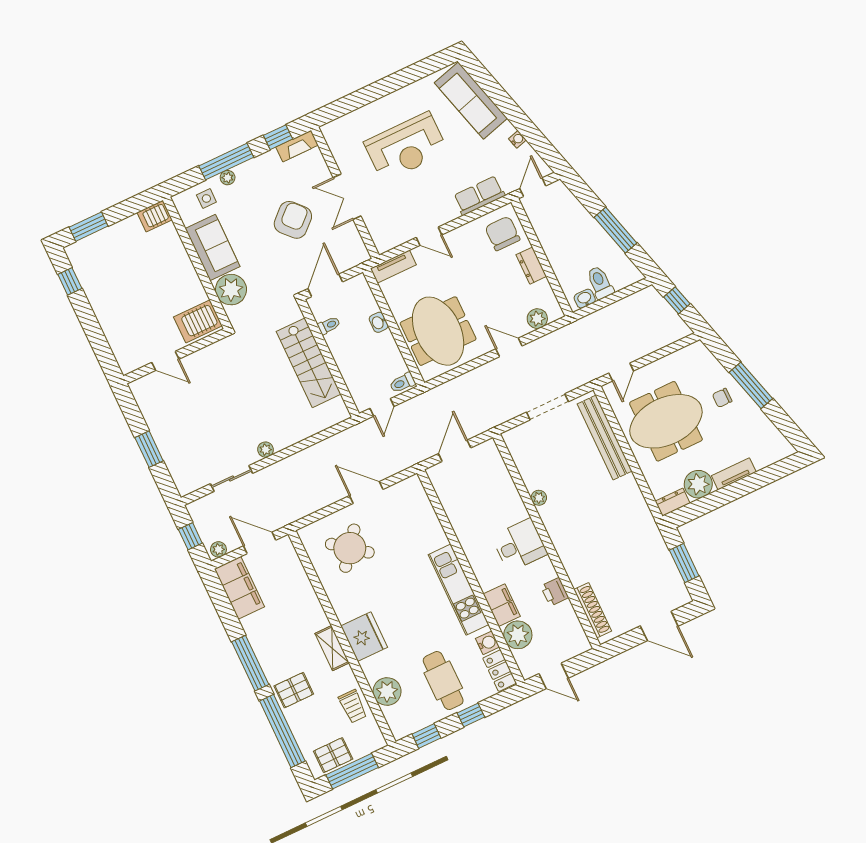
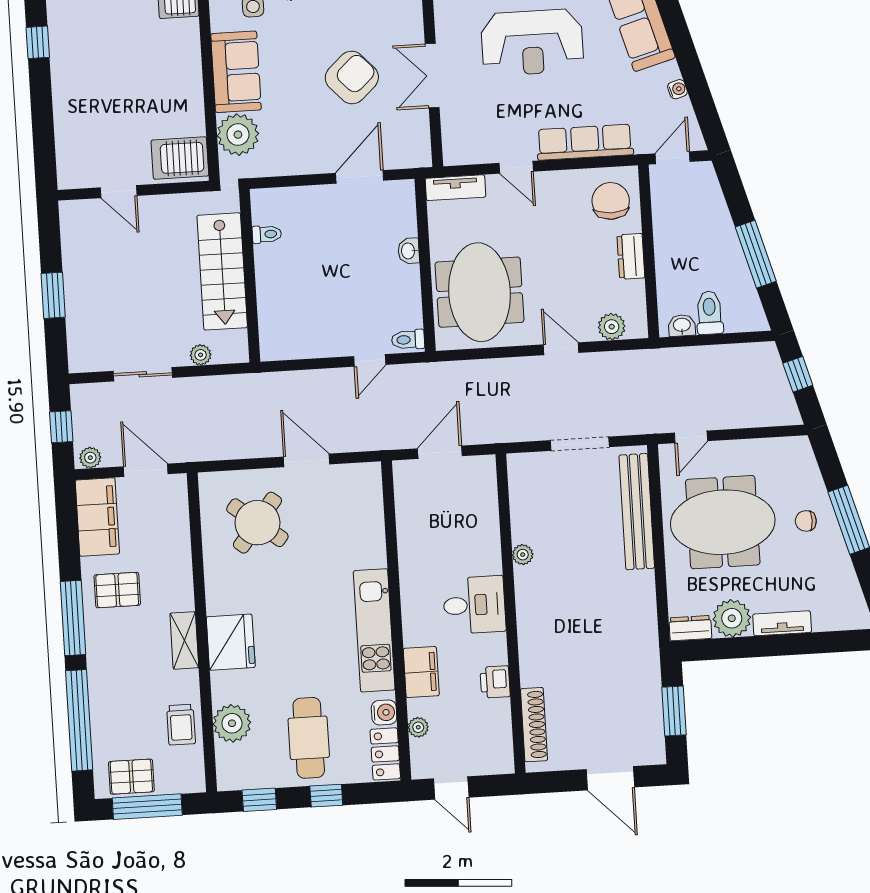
row of seats: (479, 196) -> (585, 142), width x1.48
toilet: (329, 325) -> (267, 234), moved
wall: (328, 358) -> (250, 276), moved
stairs: (309, 363) -> (222, 271), moved
plant: (518, 635) -> (418, 727), width x0.53, depth x0.53
pallet: (294, 690) -> (117, 590), moved

